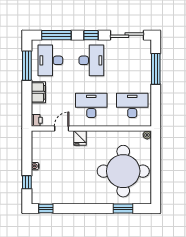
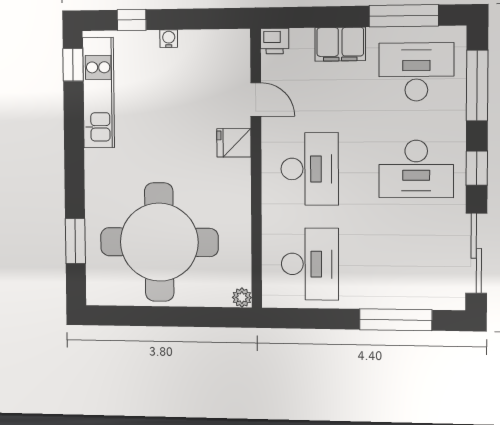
kitchen unit: (58, 197) -> (98, 93), added

